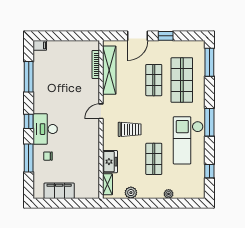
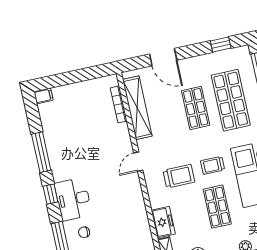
door: (138, 36) -> (163, 57), hinge flipped
window: (166, 36) -> (221, 45), moved
window: (29, 77) -> (41, 152), moved
trolley: (157, 127) -> (213, 165), added

